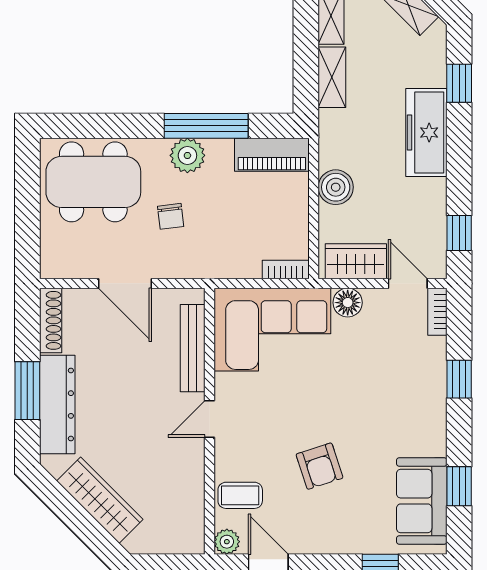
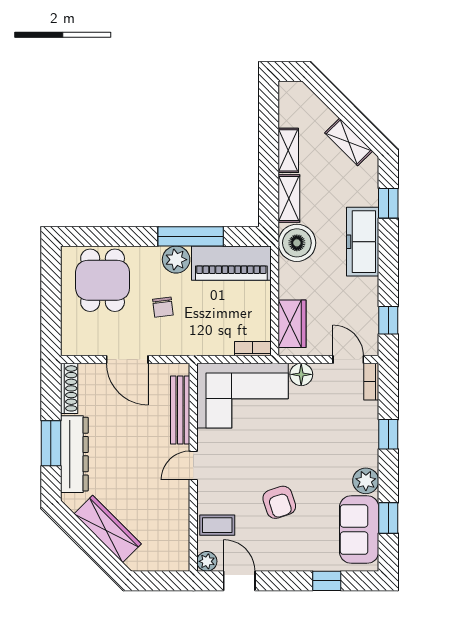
piano: (272, 155) -> (231, 263), width x1.37, depth x1.33
dining table: (93, 182) -> (103, 280), width x0.73
boiler: (336, 187) -> (297, 243), moved, width x1.37, depth x1.37
wardrobe: (356, 261) -> (292, 324), moved, turned 90
plant: (430, 439) -> (366, 481), added

